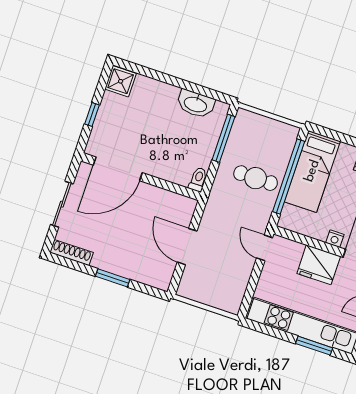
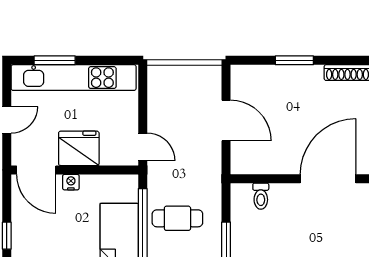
toilet: (198, 179) -> (261, 196), moved

